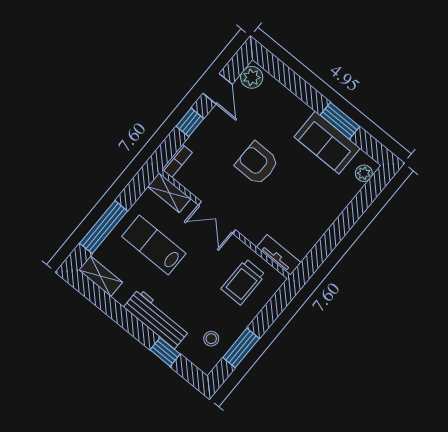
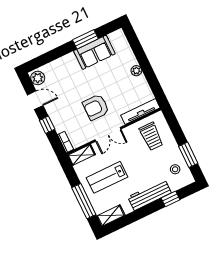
armchair: (257, 163) -> (96, 107), moved
plant: (364, 173) -> (136, 71), moved
tv unit: (279, 255) -> (140, 112), width x1.41

